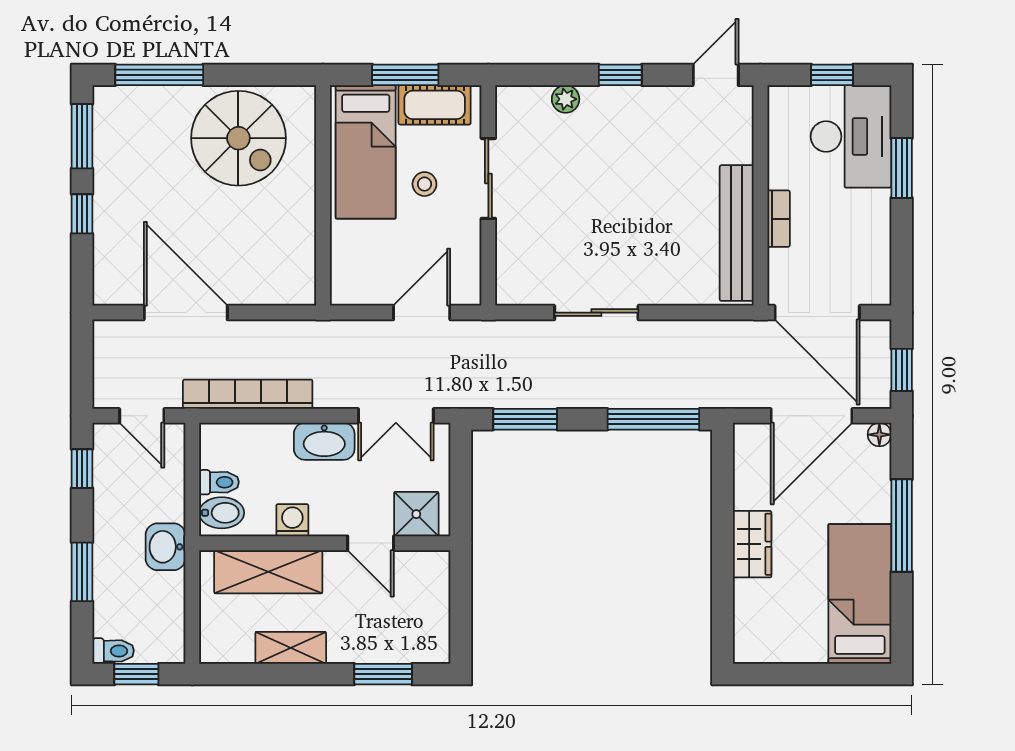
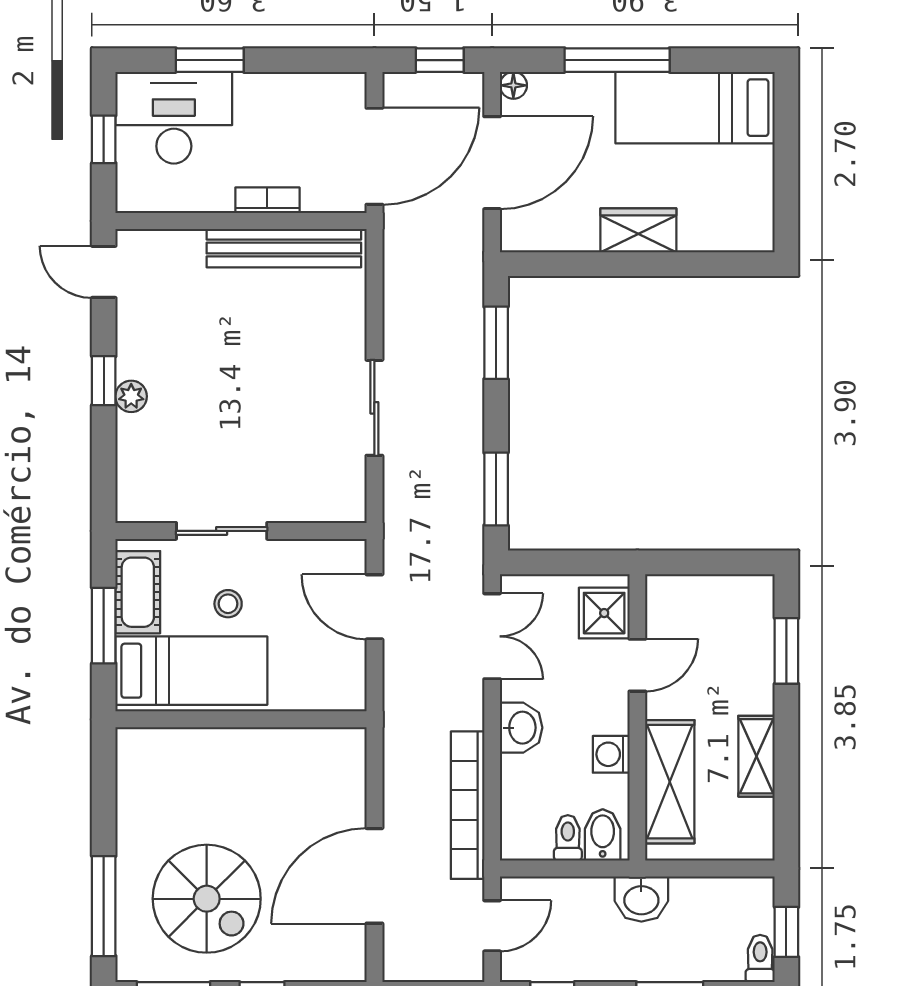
plant: (566, 99) -> (131, 396), moved
spiral stairs: (238, 138) -> (207, 899), moved, turned 90
door: (812, 416) -> (492, 163), hinge flipped
window: (653, 419) -> (496, 343), width x0.69
washbasin: (324, 441) -> (521, 728), width x0.72

